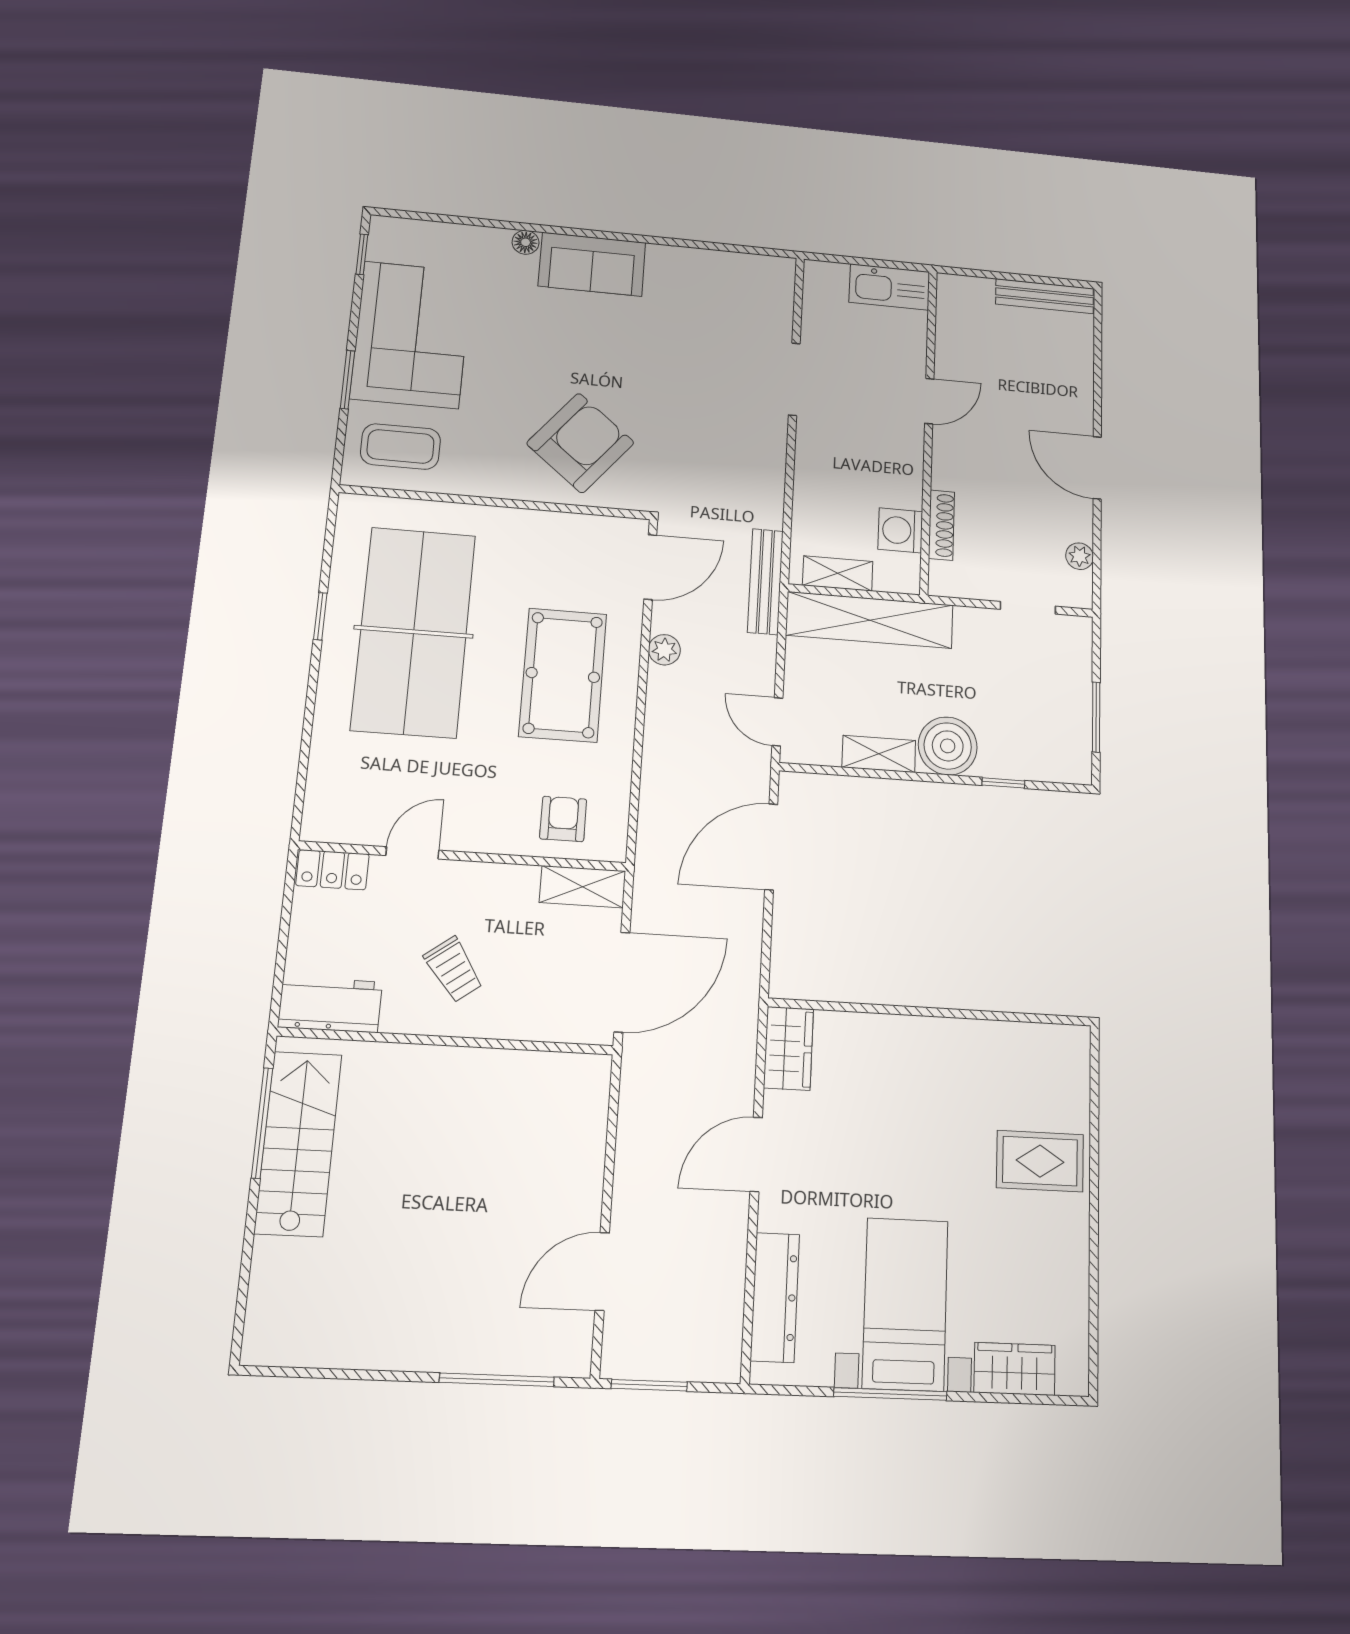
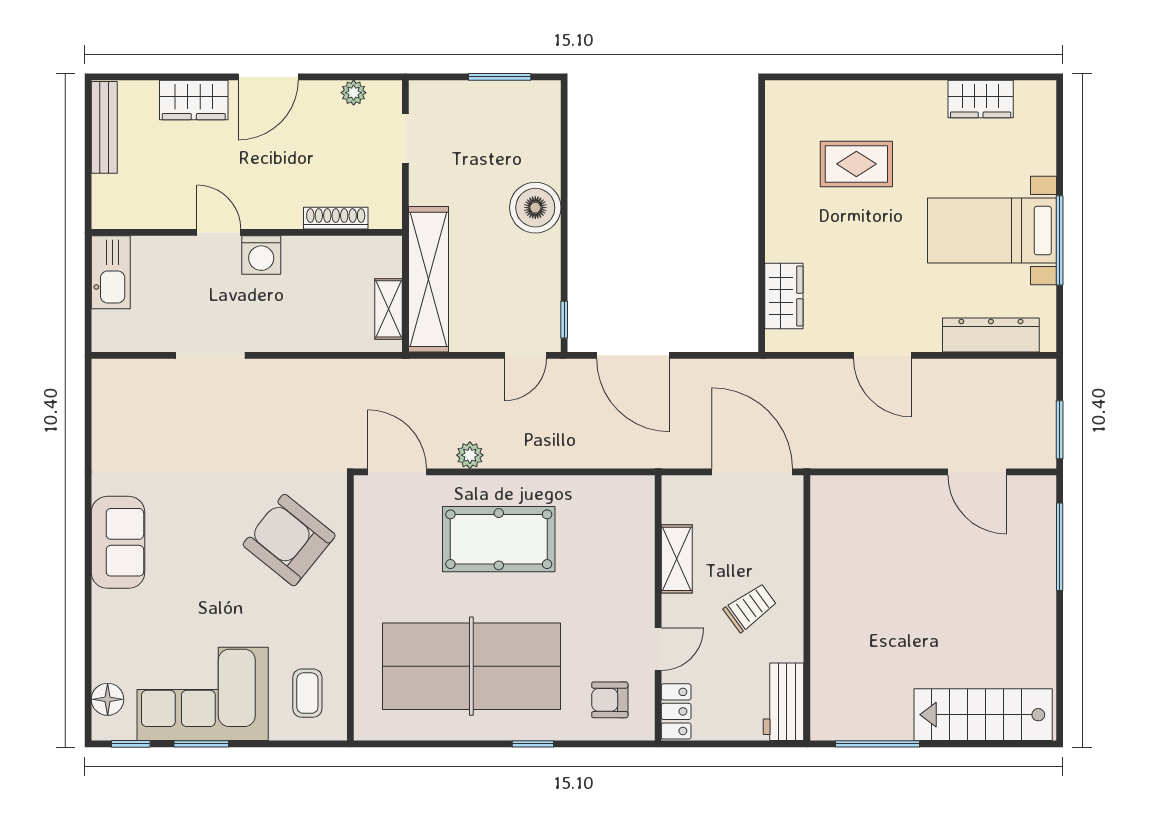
floor lamp: (526, 242) -> (108, 699), moved, width x1.37, depth x1.37
window: (347, 380) -> (201, 744), moved
wardrobe: (1073, 389) -> (194, 100), added
coffee table: (401, 447) -> (307, 693), width x0.73, depth x0.77
washing machine: (900, 530) -> (261, 255), moved
bench: (765, 582) -> (401, 372), removed
window: (320, 616) -> (533, 744), moved
shelving: (879, 754) -> (547, 267), removed
window: (1003, 783) -> (564, 320), moved
armchair: (563, 819) -> (610, 700), moved
door: (412, 853) -> (658, 649), swing flipped
shelving: (583, 887) -> (677, 559), moved
wardrobe: (789, 1048) -> (784, 296), moved, turned 90
stairs: (298, 1143) -> (983, 715), moved
rug: (1040, 1161) -> (856, 164), moved, turned 90
wardrobe: (1015, 1369) -> (981, 99), moved, turned -90

